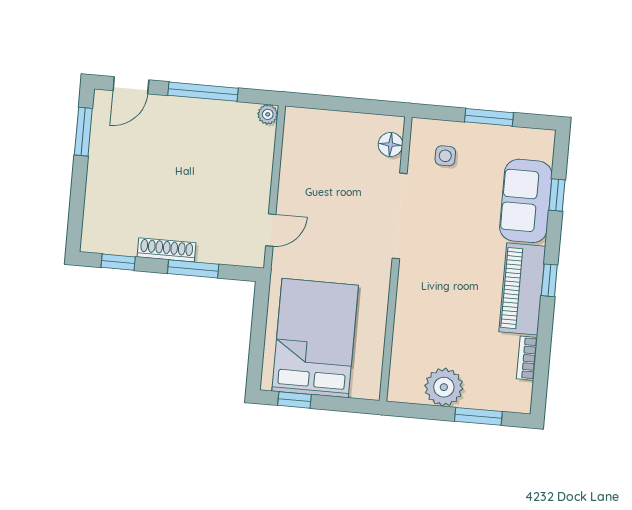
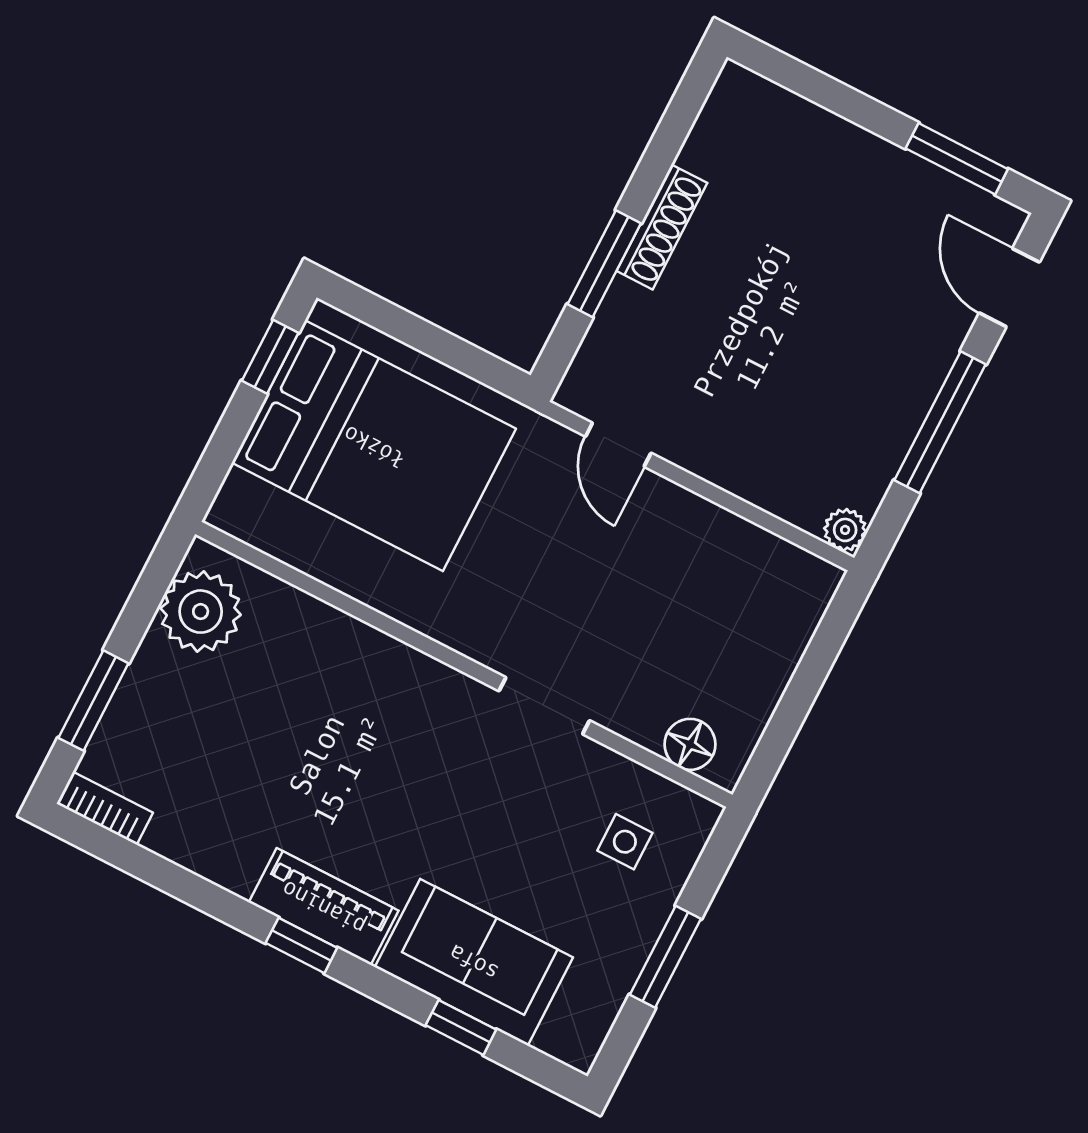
doorway: (400, 216) -> (544, 706), width x0.53
window: (118, 262) -> (676, 123), removed
piano: (522, 289) -> (324, 907), width x0.73, depth x0.75
bookcase: (527, 358) -> (105, 808), moved
plant: (444, 387) -> (201, 612), moved

